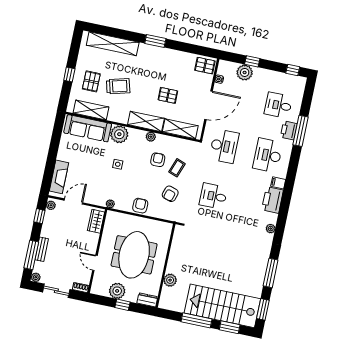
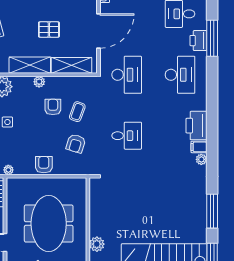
desk: (268, 155) -> (180, 75), turned 180
filing cabinet: (278, 183) -> (199, 147), moved
desk: (213, 196) -> (127, 136), turned 180

